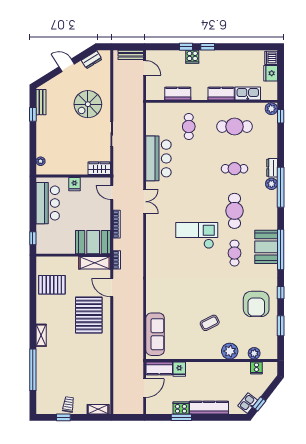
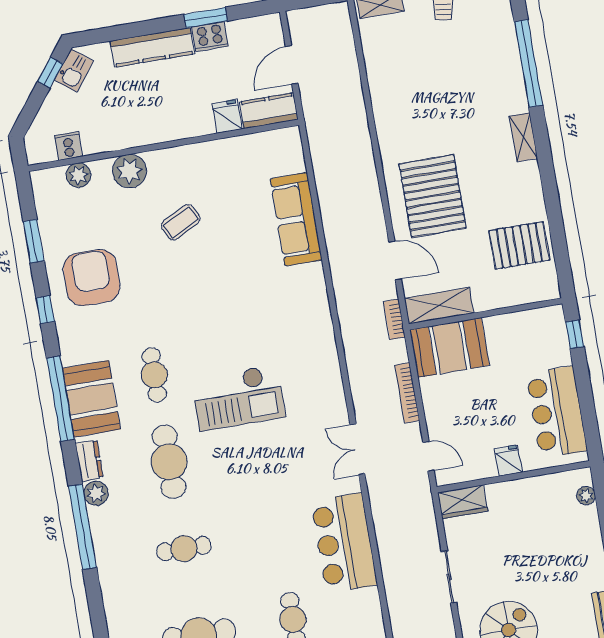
dresser: (272, 168) -> (89, 460), moved
plant: (271, 184) -> (96, 493), moved
sofa: (155, 334) -> (296, 219), moved

